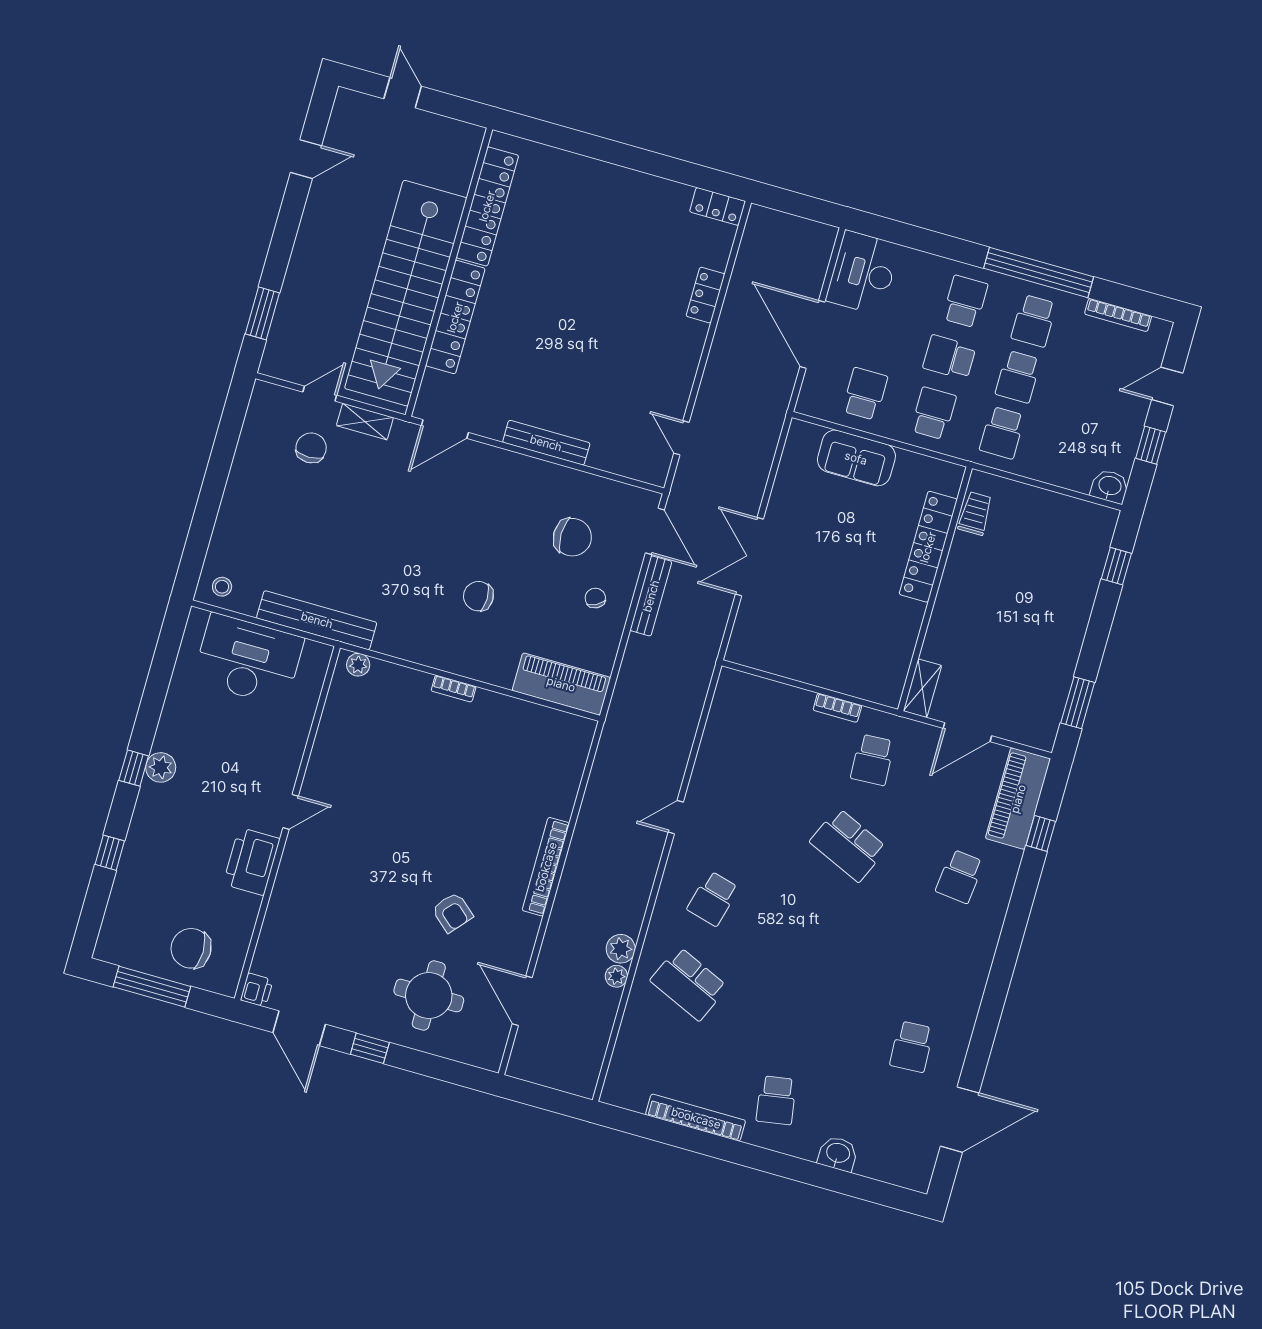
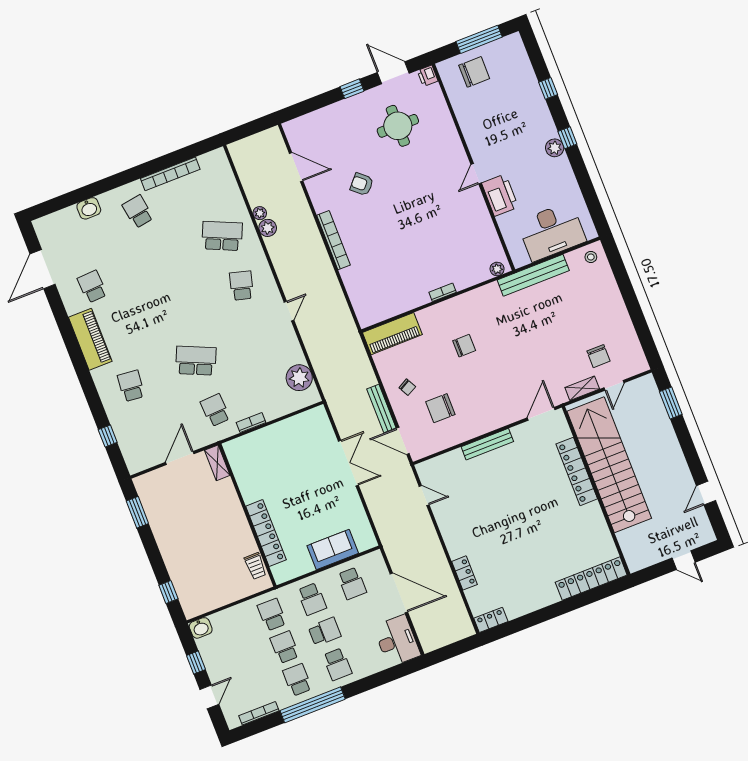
locker: (487, 206) -> (591, 579), moved, turned 90
plant: (729, 719) -> (299, 378), added
piano: (1018, 799) -> (90, 339), moved
printer: (251, 861) -> (500, 195), moved
round table: (429, 996) -> (398, 126), moved

